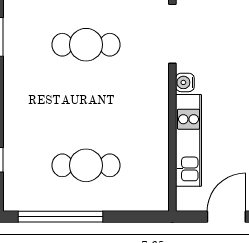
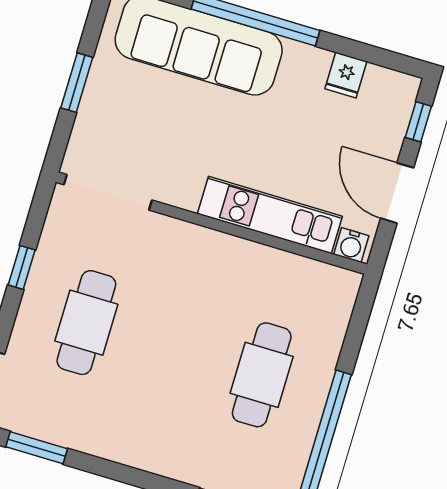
water cooler: (185, 82) -> (351, 245), moved

